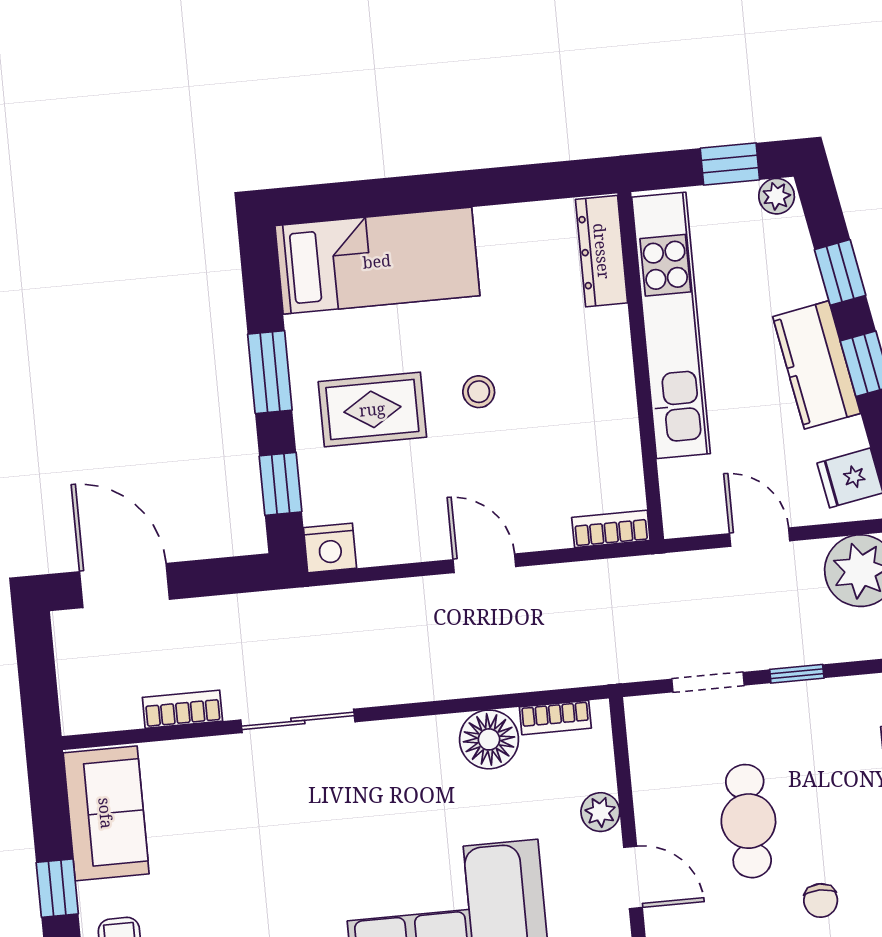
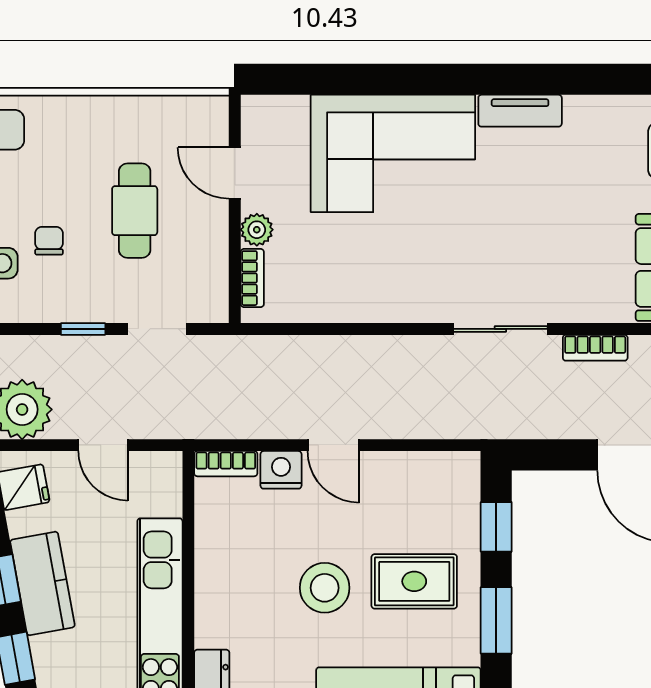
stool: (479, 392) -> (325, 588), width x1.89, depth x1.89
nightstand: (330, 548) -> (281, 470), moved
bookcase: (555, 718) -> (252, 278), moved, turned 90
floor lamp: (489, 739) -> (343, 299), removed
chair: (821, 900) -> (49, 241), moved

